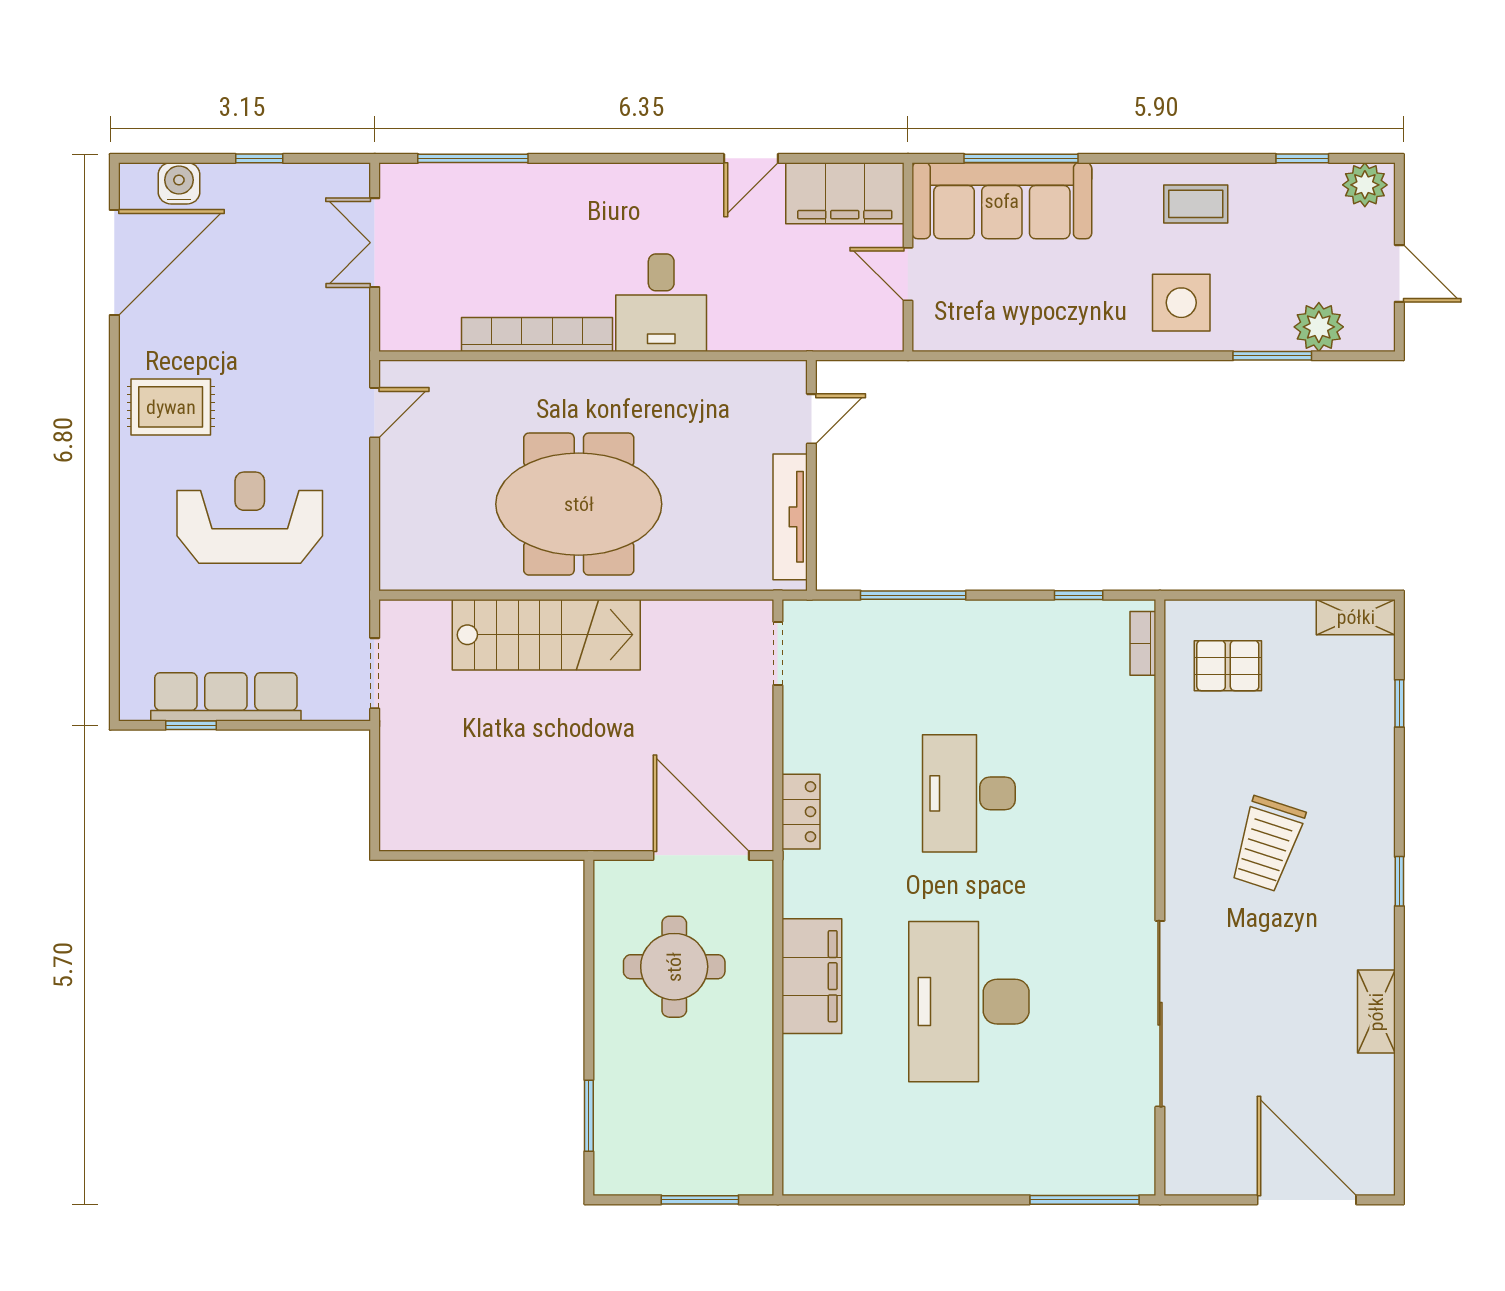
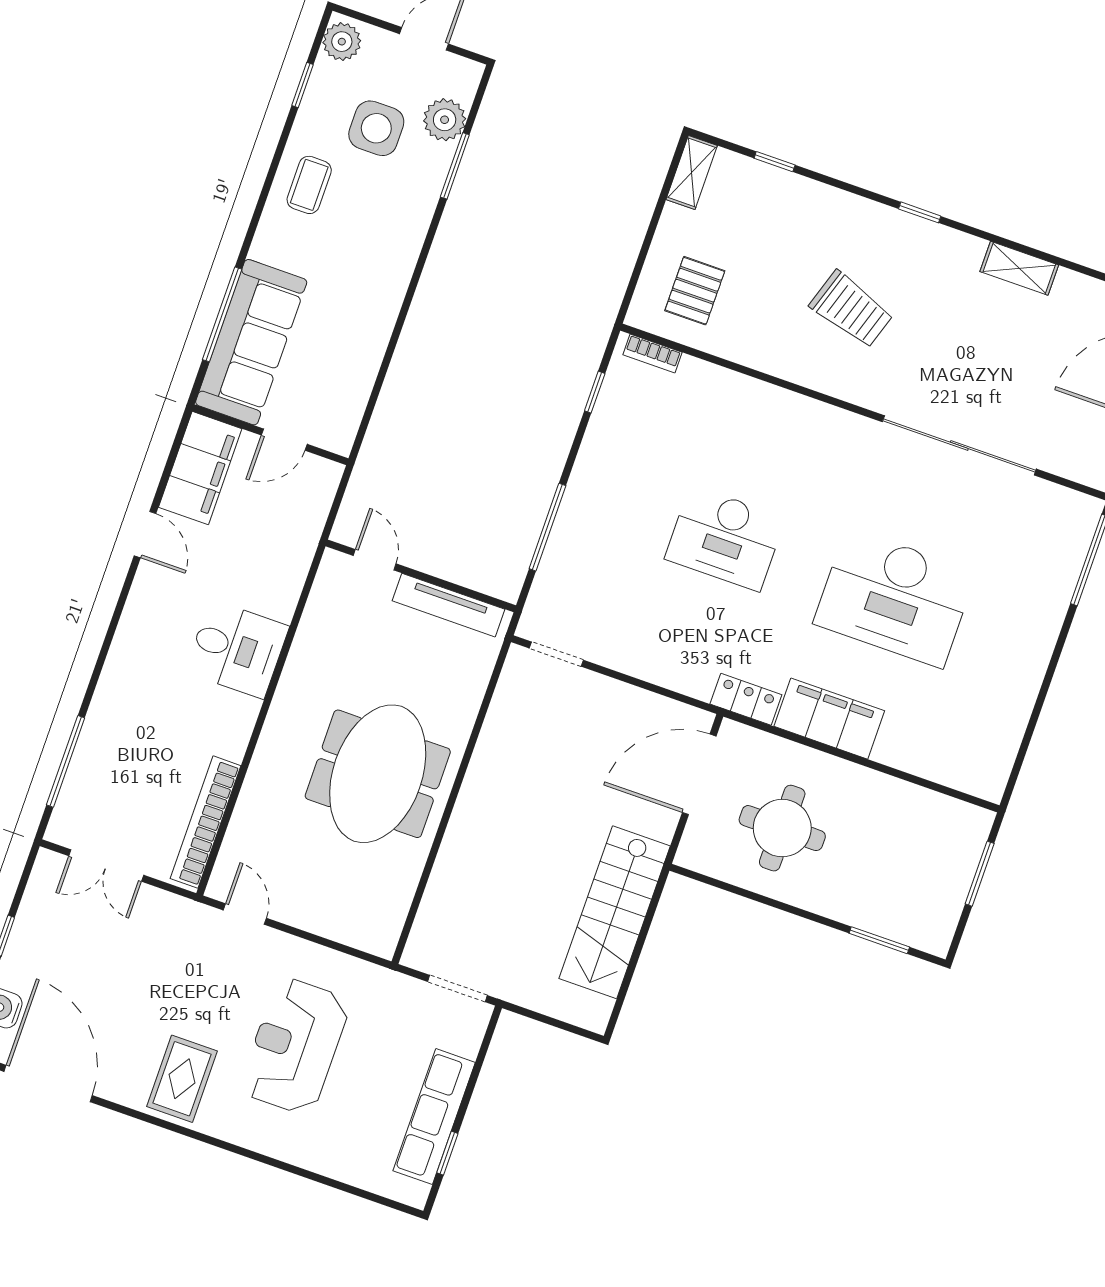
side table: (1181, 303) -> (376, 128), moved
bookcase: (537, 334) -> (205, 822), moved
stairs: (546, 635) -> (615, 912), moved, turned 180
locker: (801, 812) -> (746, 699), moved

